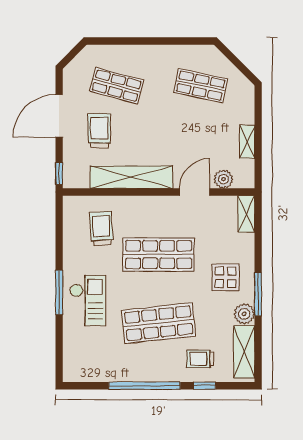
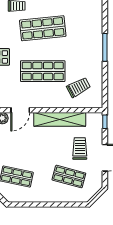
trolley: (99, 131) -> (80, 148), turned 180
trolley: (101, 229) -> (78, 87), turned -114
checkout: (88, 301) -> (87, 42), removed

